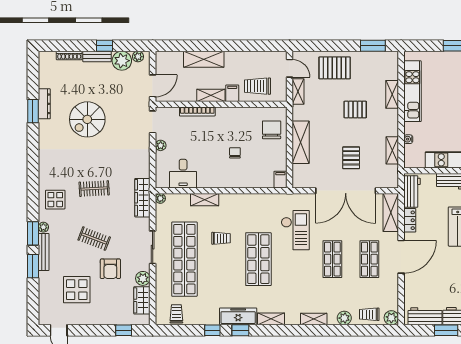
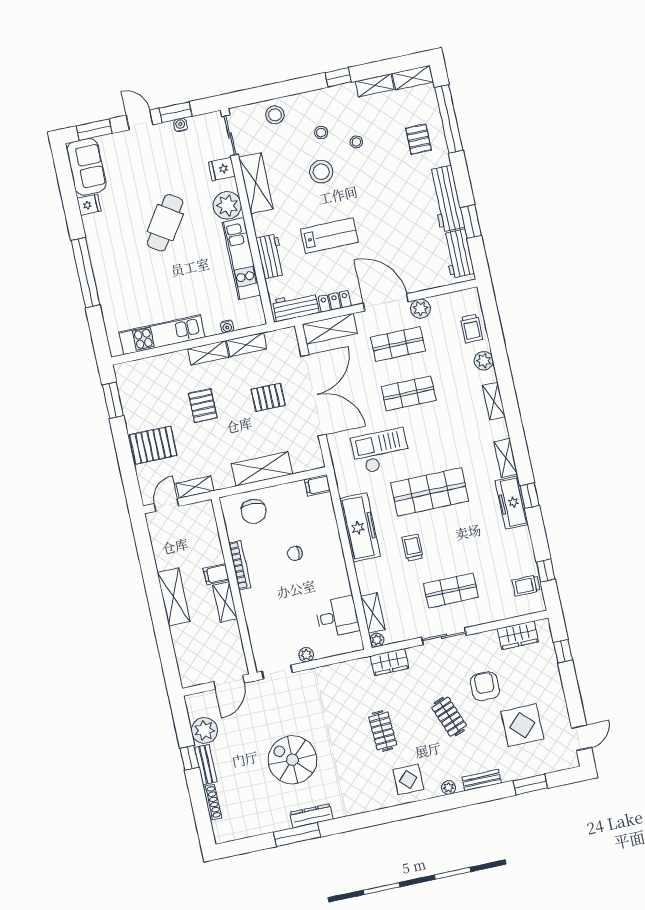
plant: (138, 57) -> (194, 710), removed
shelving: (204, 59) -> (174, 597), moved
pallet: (335, 68) -> (153, 445), turned 90
door: (153, 86) -> (229, 682), swing flipped
trolley: (258, 86) -> (199, 543), removed
shelving: (392, 94) -> (208, 353), moved
dresser: (44, 104) -> (311, 816), moved
window: (33, 111) -> (297, 834), width x1.44
bookcase: (197, 111) -> (240, 565), moved
spiral stairs: (87, 119) -> (292, 760), turned 180
chair: (272, 130) -> (254, 511), turned -87
wardrobe: (142, 198) -> (390, 662), width x0.67
shelving: (205, 200) -> (373, 613), moved
freezer: (244, 204) -> (360, 527), added
window: (33, 233) -> (460, 800), removed
clothes rail: (94, 239) -> (449, 717), turned -42
bench: (44, 252) -> (482, 780), width x0.73
shop shelf: (184, 259) -> (451, 590), width x0.50, depth x0.74
window: (33, 266) -> (530, 784), moved
armchair: (110, 269) -> (485, 686), turned -90
plant: (143, 278) -> (488, 640), removed
plant: (391, 318) -> (420, 309), moved
window: (212, 330) -> (546, 570), moved

